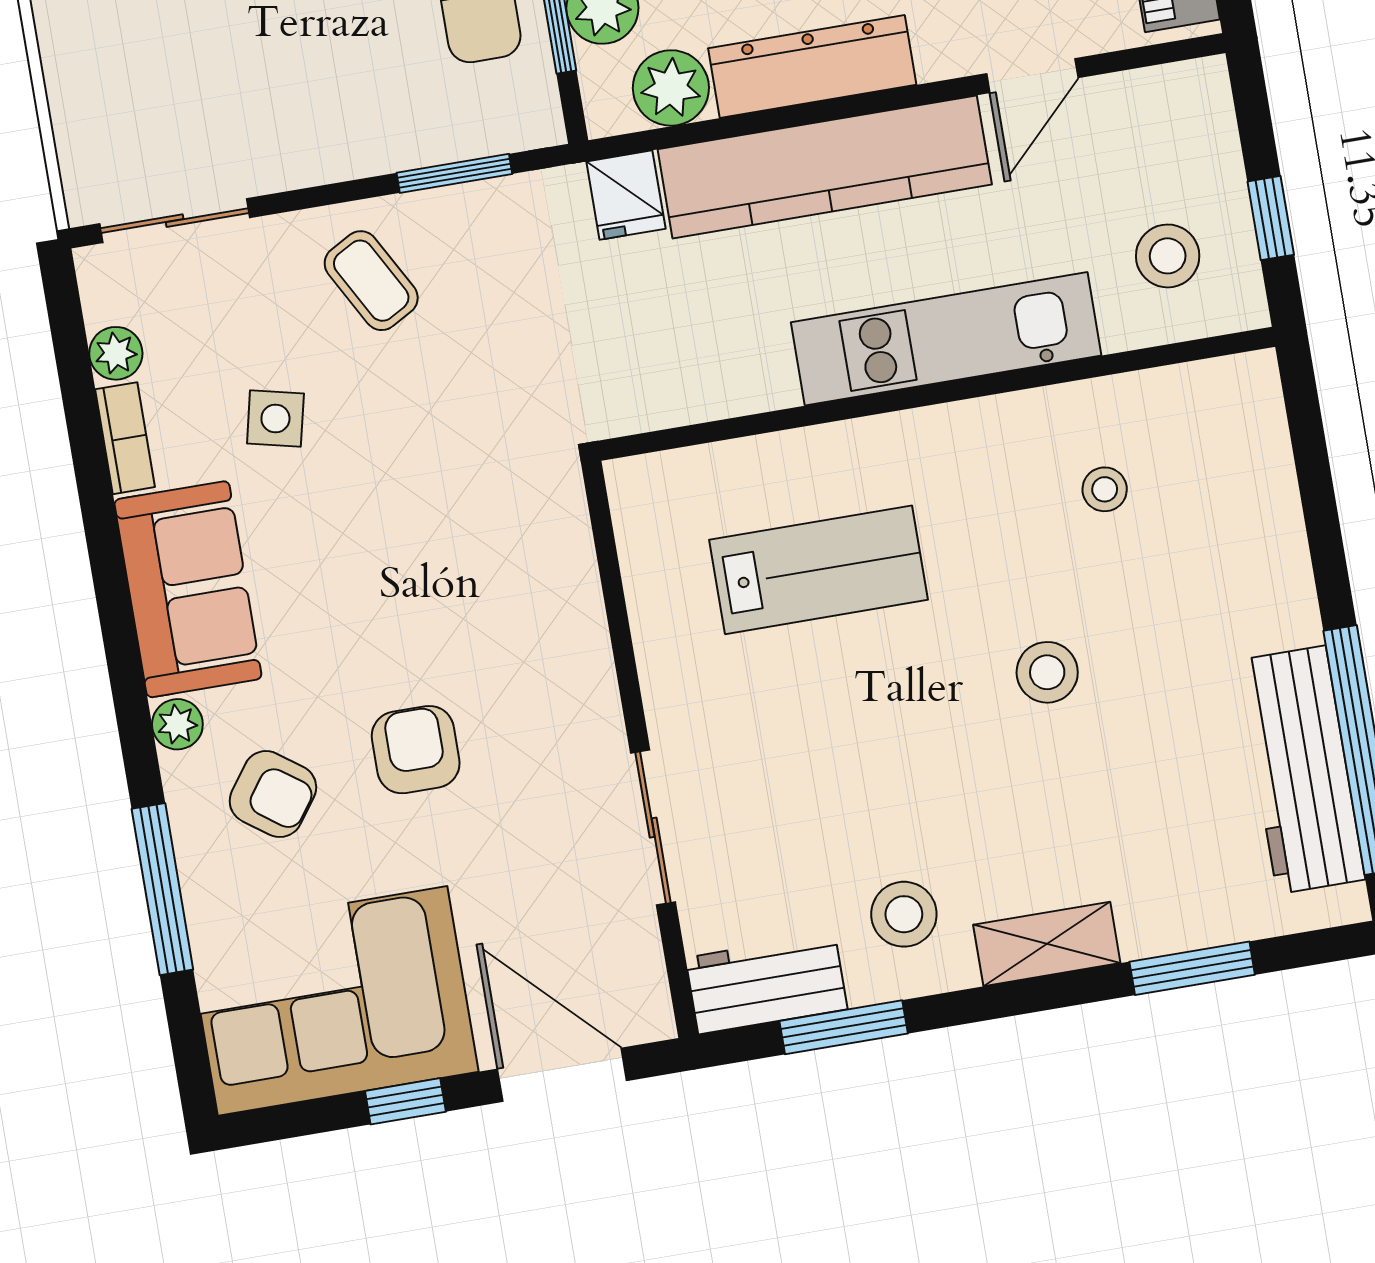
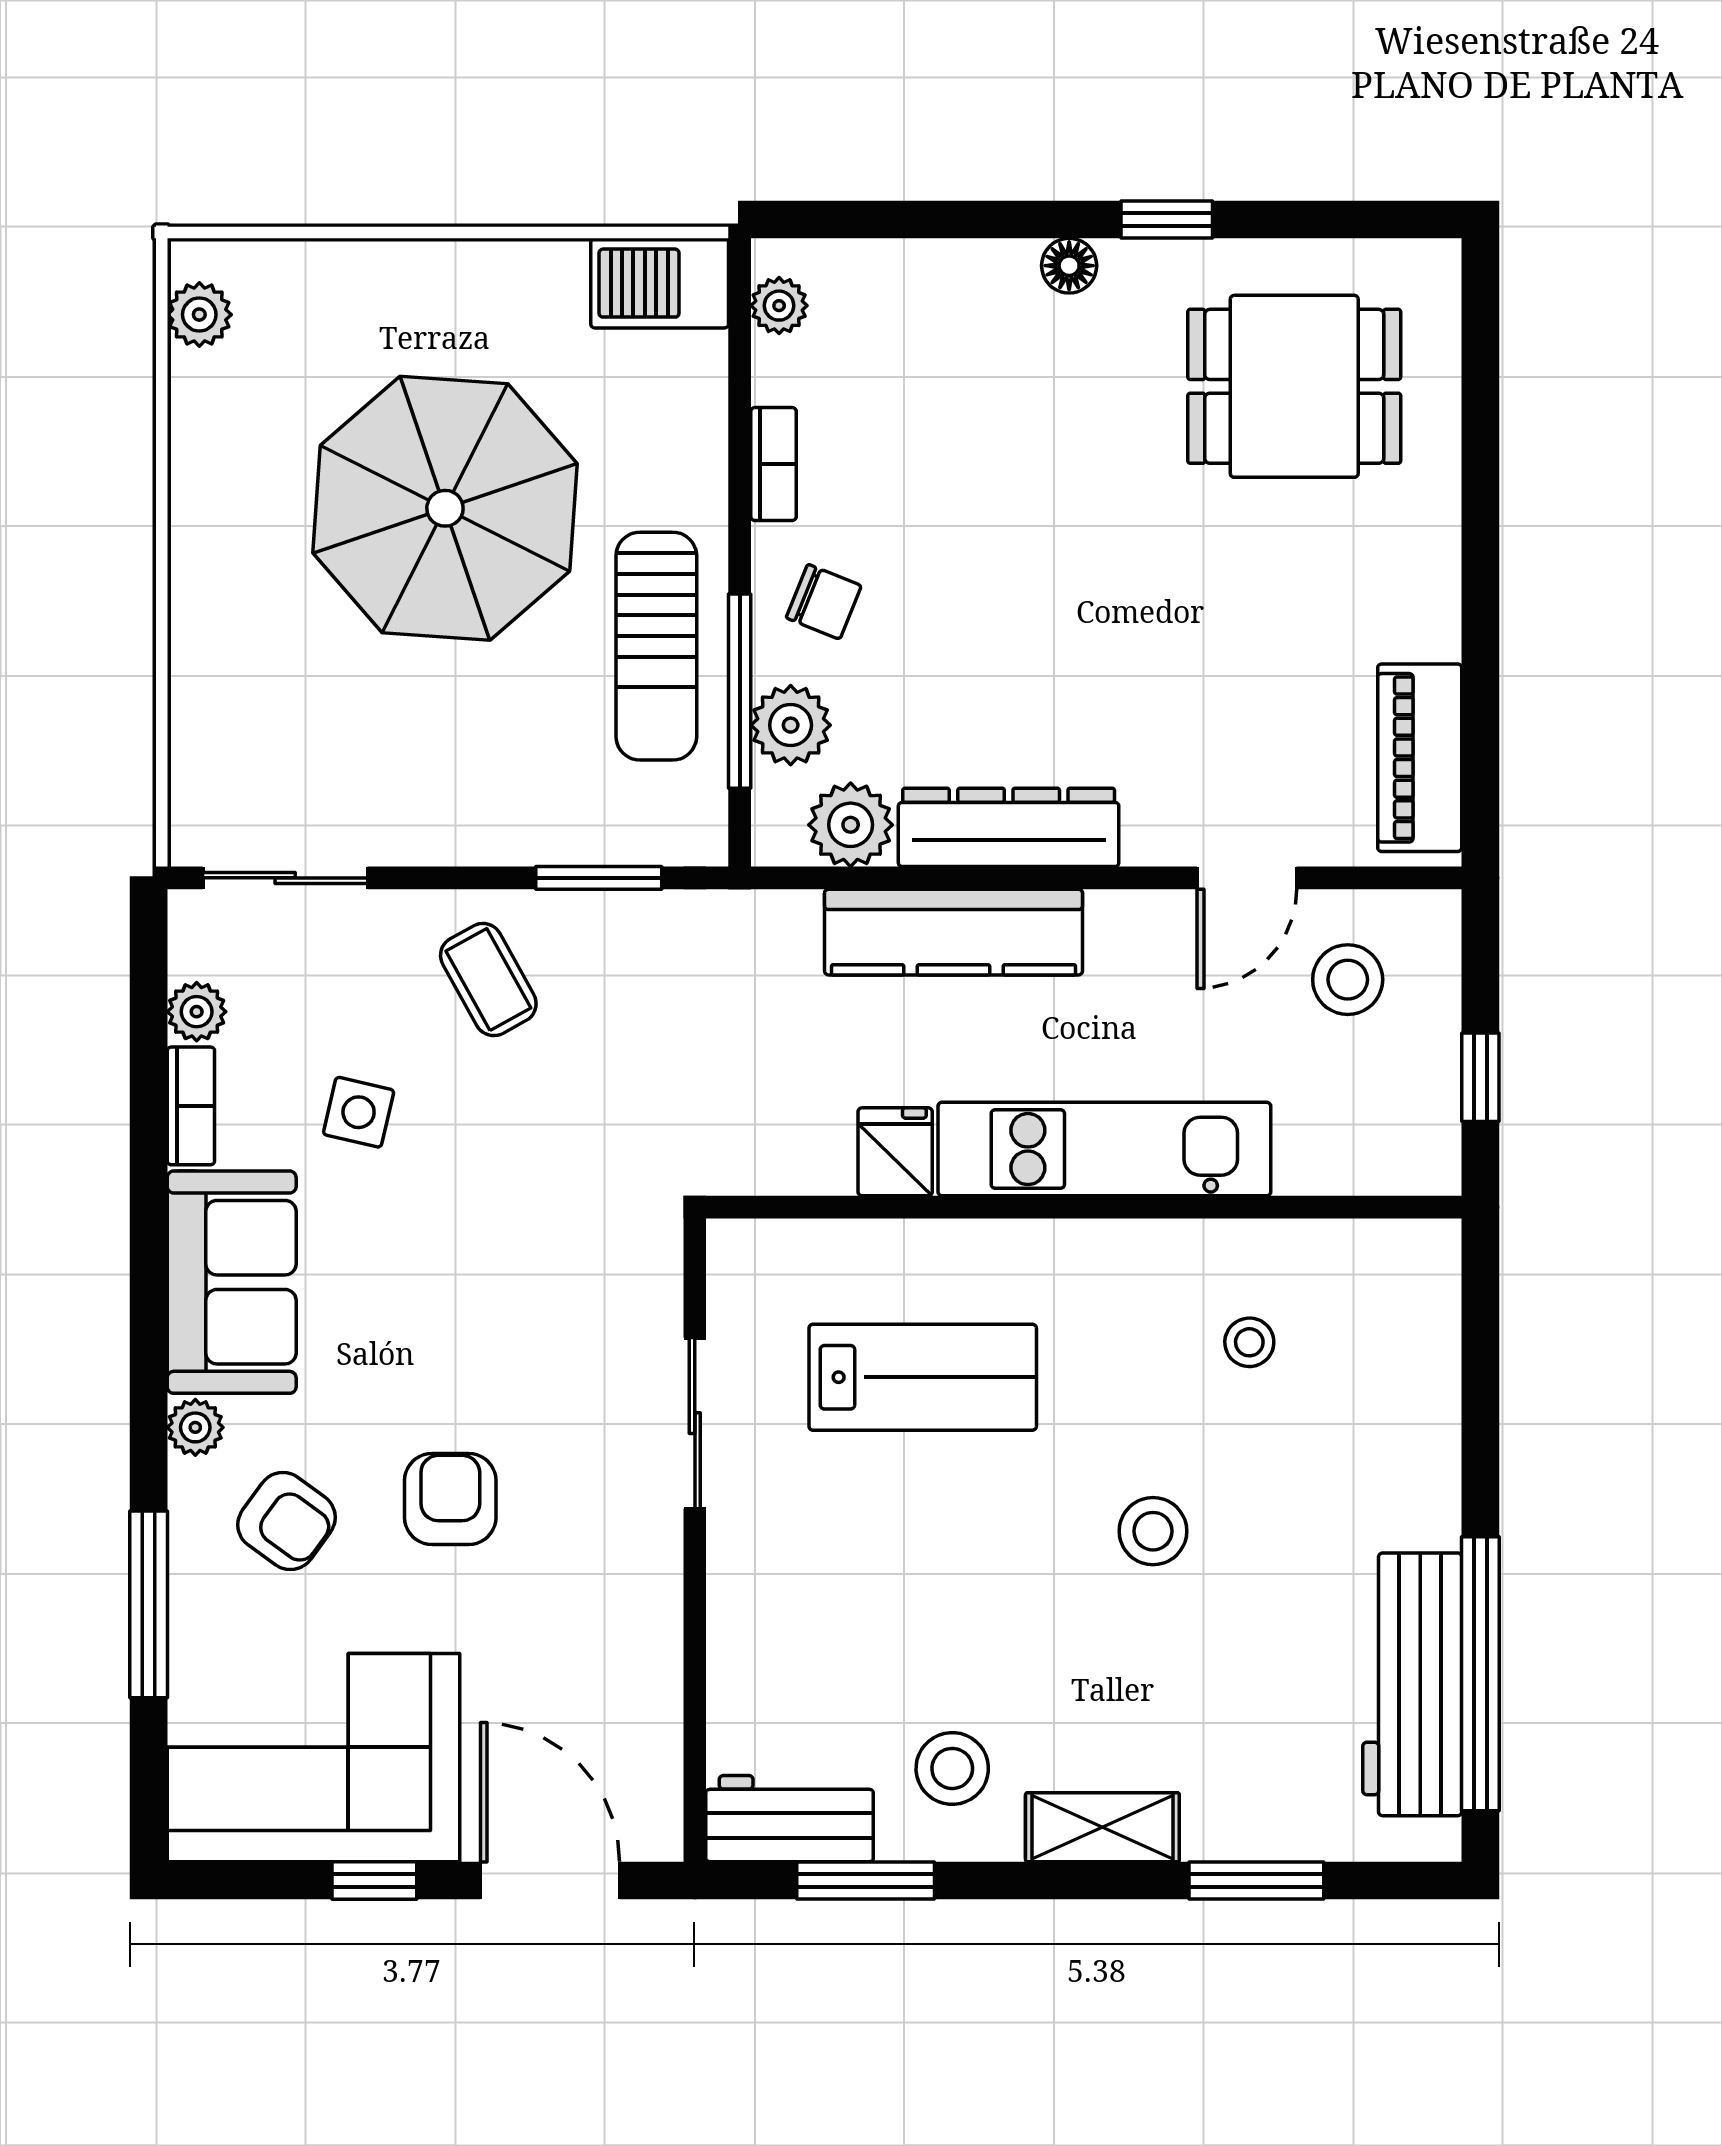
kitchen counter: (825, 167) -> (954, 932), width x0.72, depth x0.86
fridge: (626, 195) -> (895, 1152), moved, turned 180
stool: (1168, 256) -> (1348, 980), moved
sliding door: (653, 828) -> (695, 1423), moved

